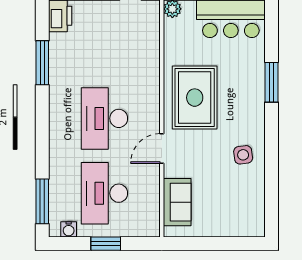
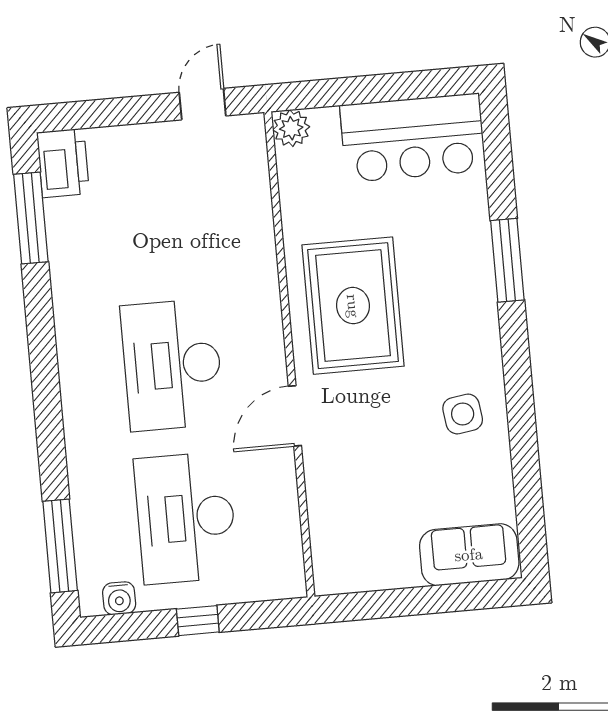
window: (42, 63) -> (31, 218), moved
sofa: (177, 202) -> (469, 555), moved, turned -90
window: (106, 244) -> (198, 621), width x0.67

